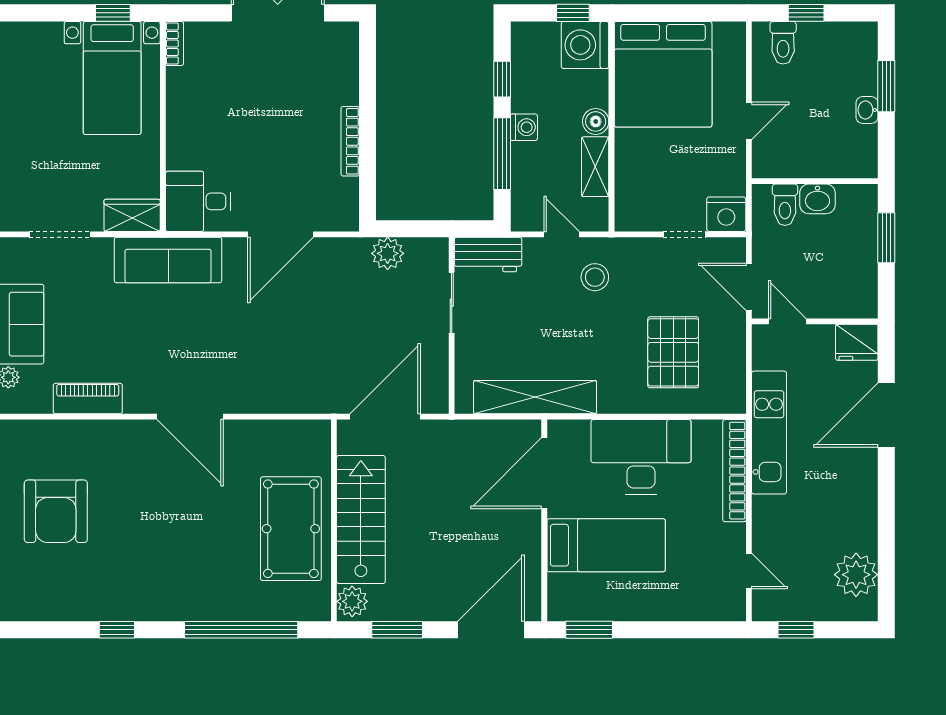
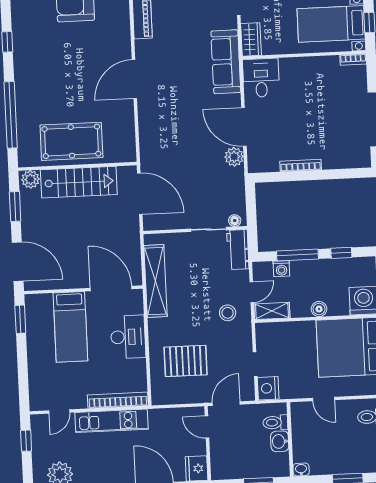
washbasin: (867, 110) -> (301, 470), moved
washing machine: (524, 127) -> (281, 269), moved
shelving: (595, 167) -> (272, 311), moved
plant: (388, 253) -> (234, 157), moved
floor lamp: (439, 258) -> (235, 221), added
door: (787, 321) -> (207, 427), swing flipped
kitchen unit: (769, 433) -> (112, 421), moved
desk: (641, 457) -> (128, 337), width x0.73, depth x0.77

